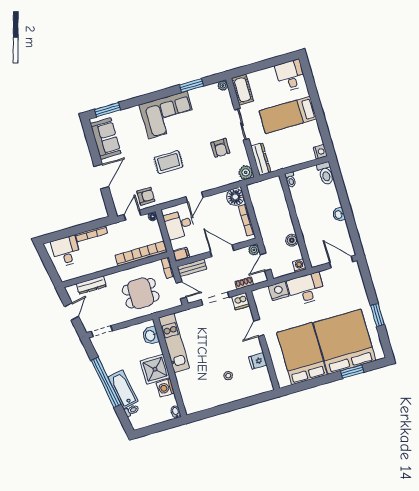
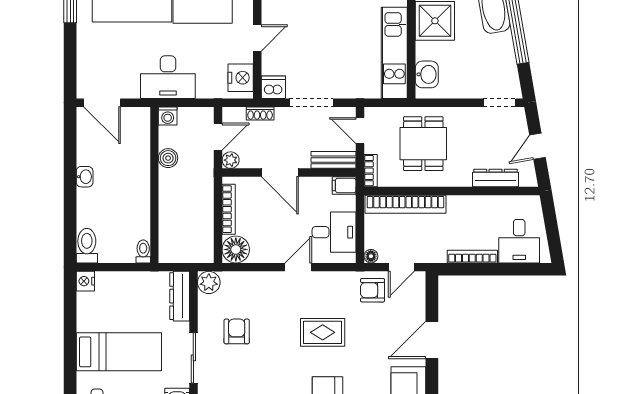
nightstand: (279, 291) -> (241, 78), moved, turned -90
dining table: (141, 293) -> (423, 144), turned 90

